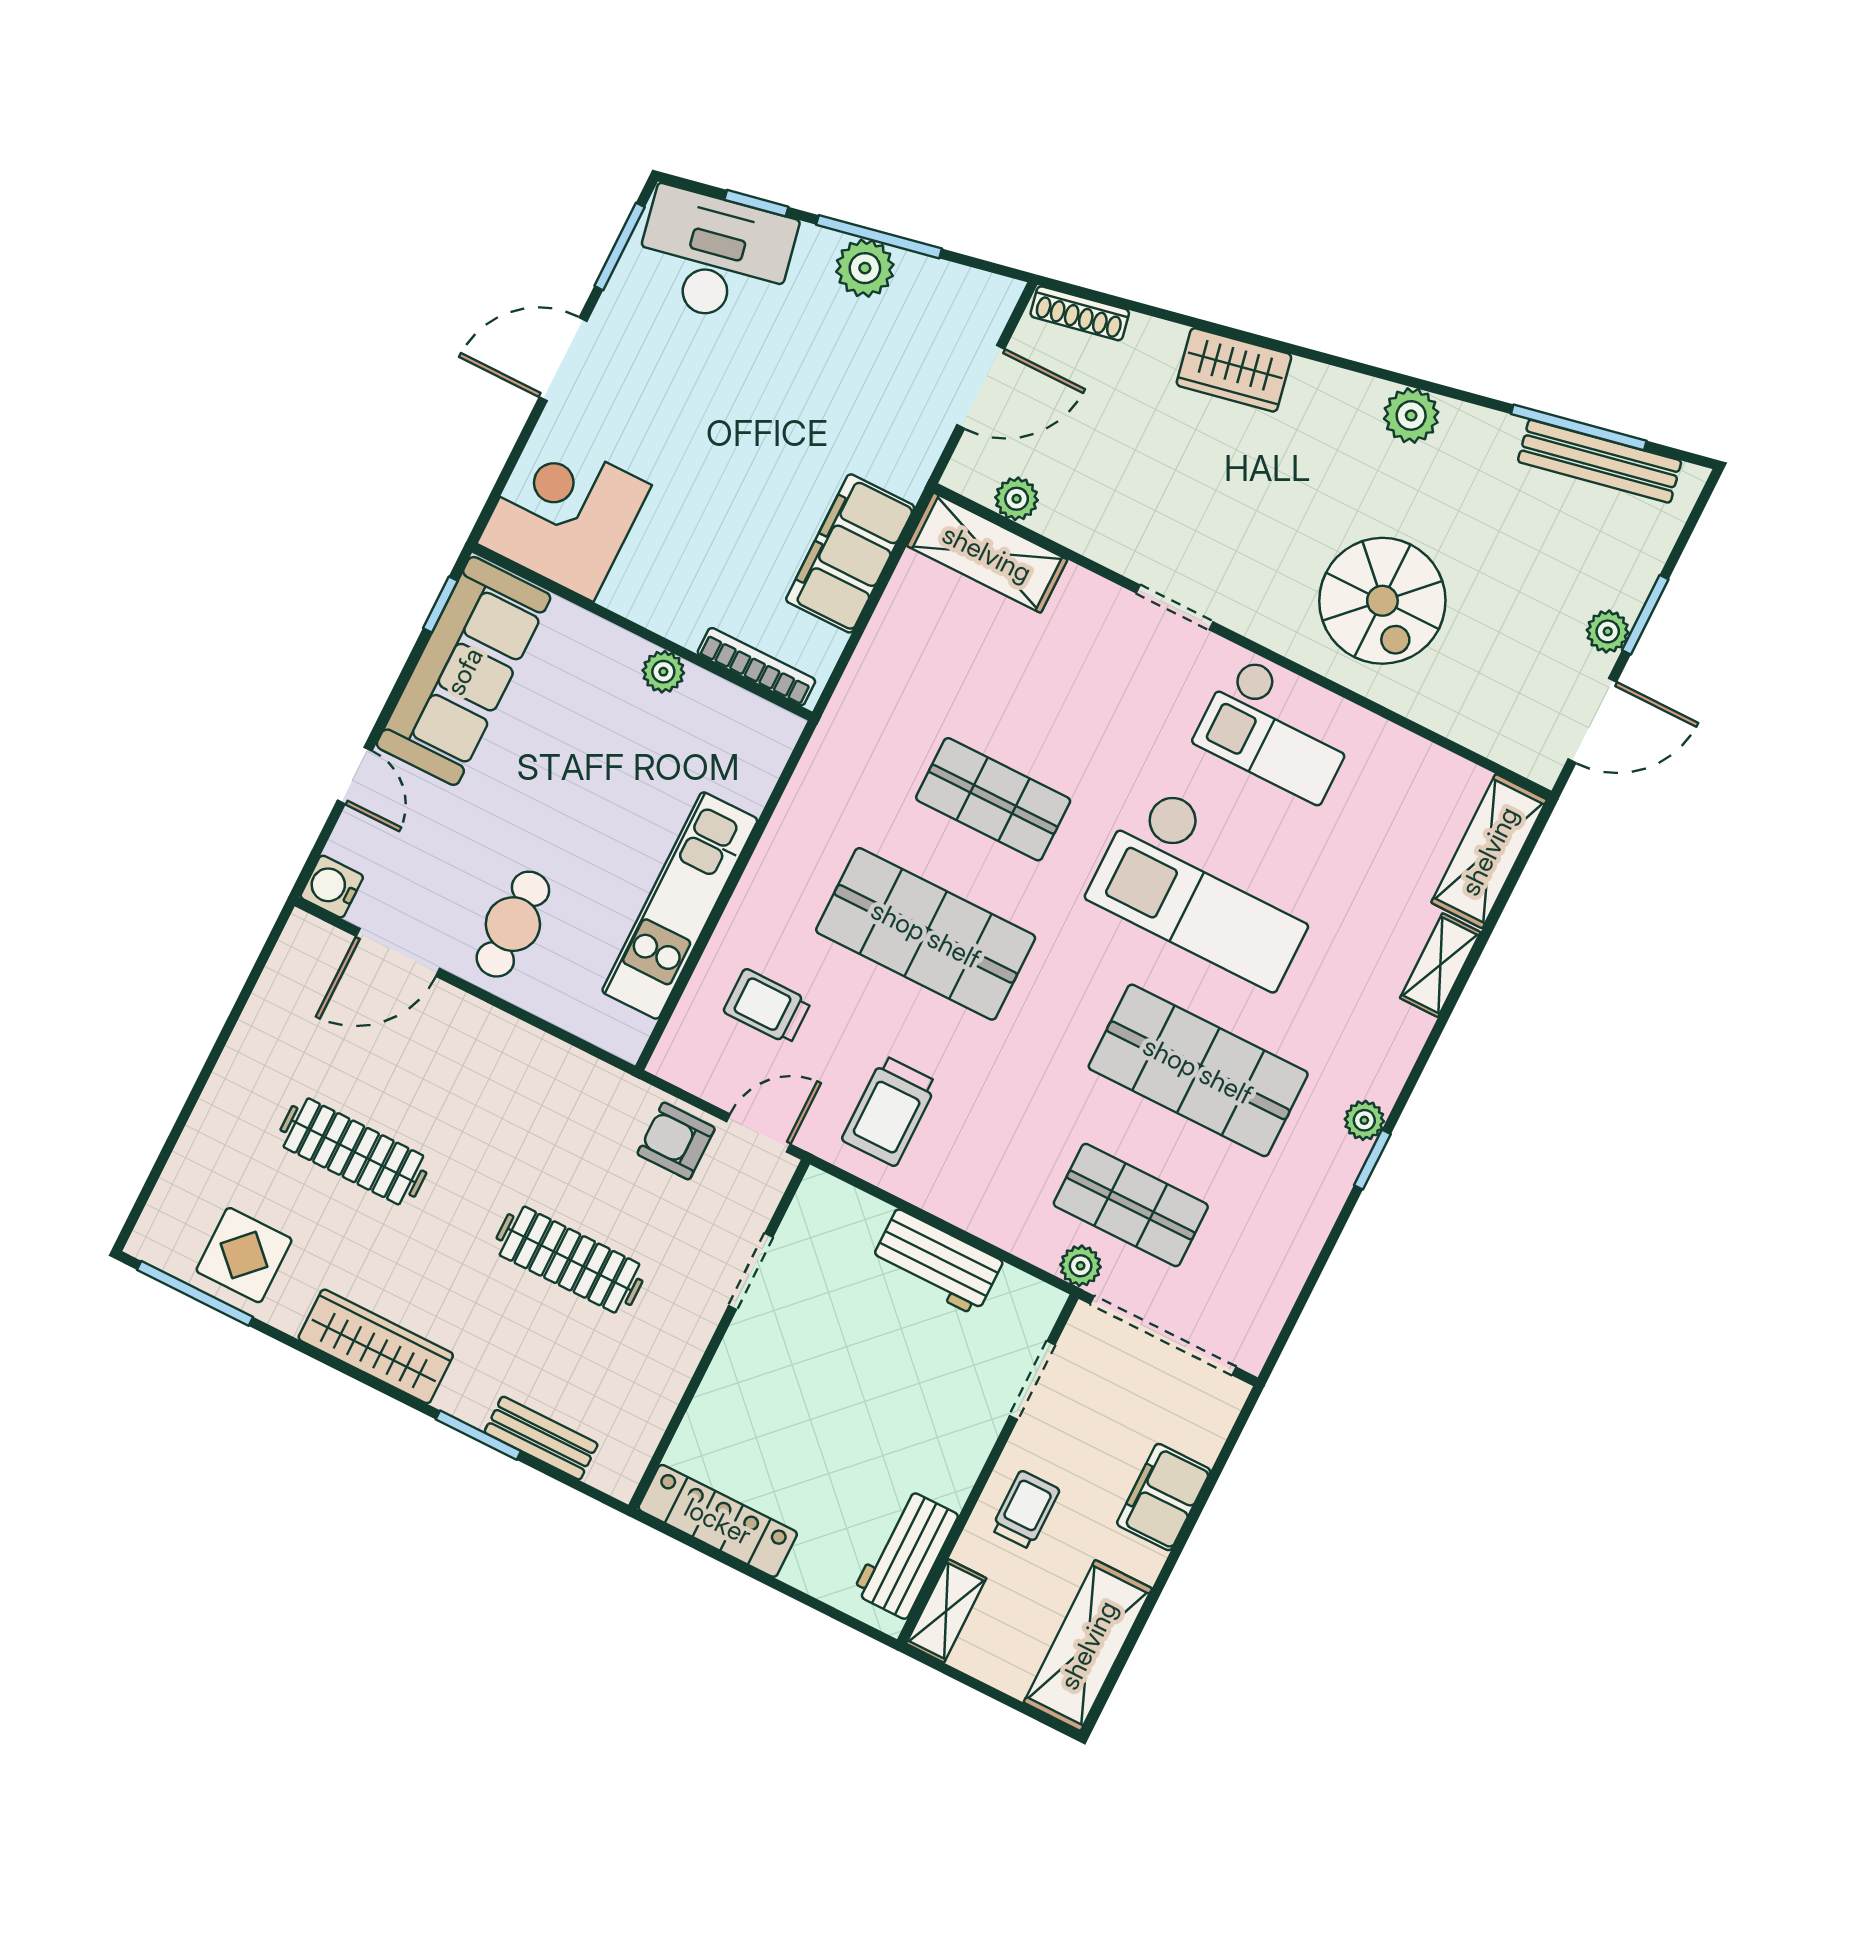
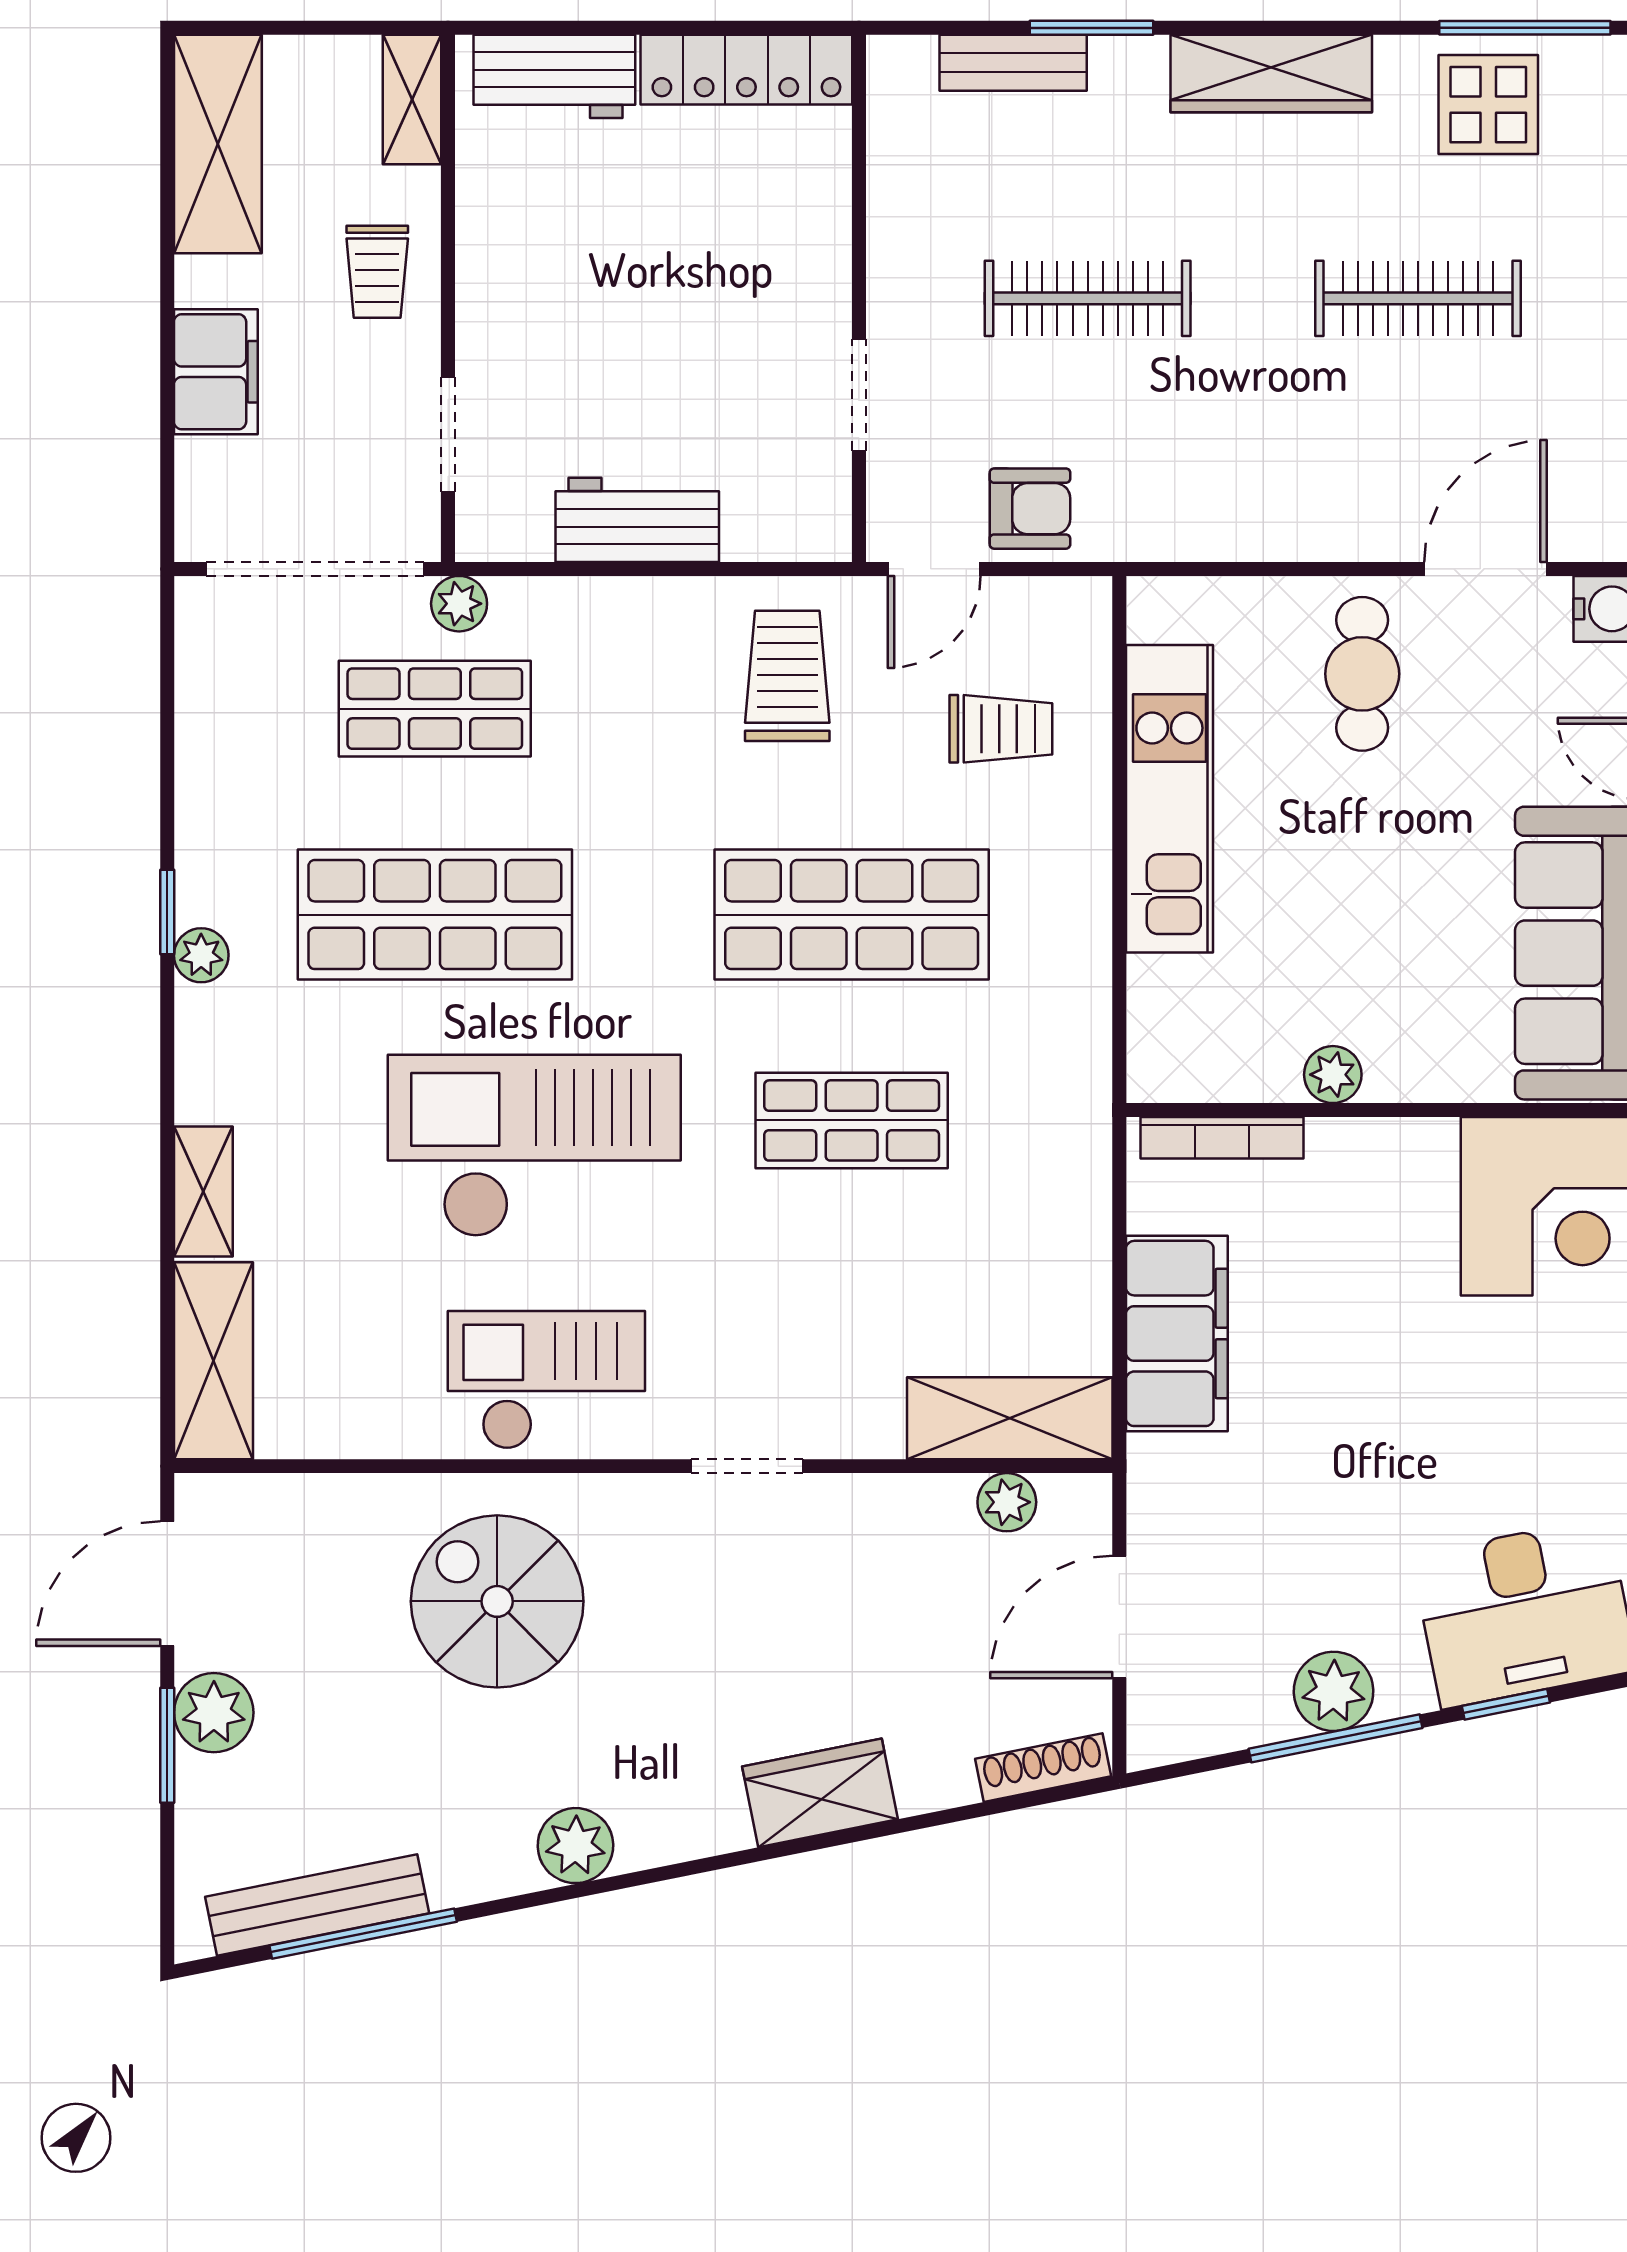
plant: (1608, 631) -> (214, 1713), width x1.38, depth x1.38
workbench: (906, 1554) -> (554, 76), moved, turned 90

